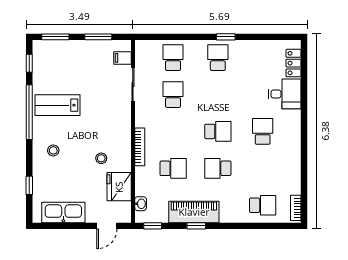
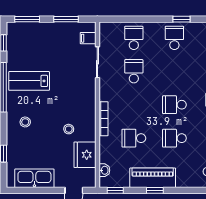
school desk: (218, 131) -> (174, 105), turned 180
school desk: (173, 168) -> (134, 138), turned 180

